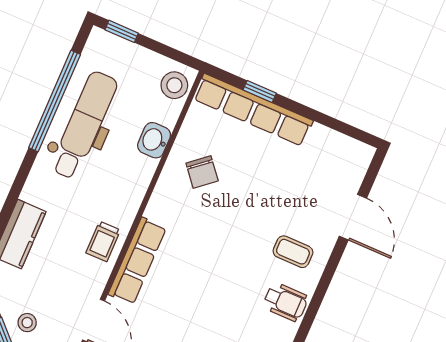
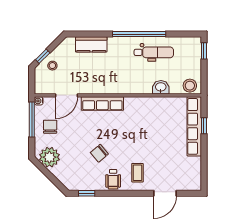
window: (55, 101) -> (139, 34), moved
dental chair: (84, 125) -> (154, 52), width x0.73, depth x0.72
chair: (202, 172) -> (99, 153), moved
trolley: (103, 241) -> (104, 84), removed

